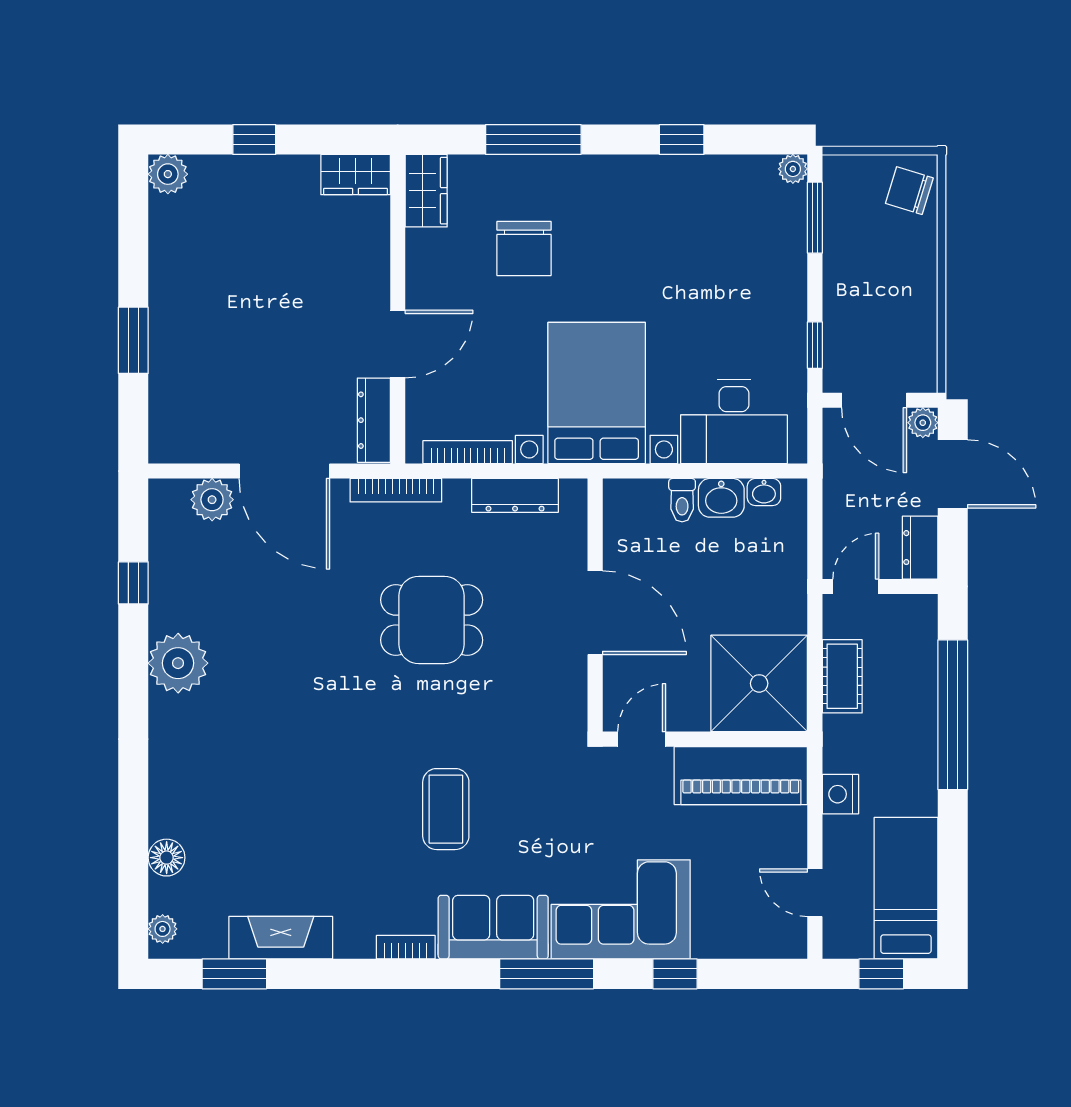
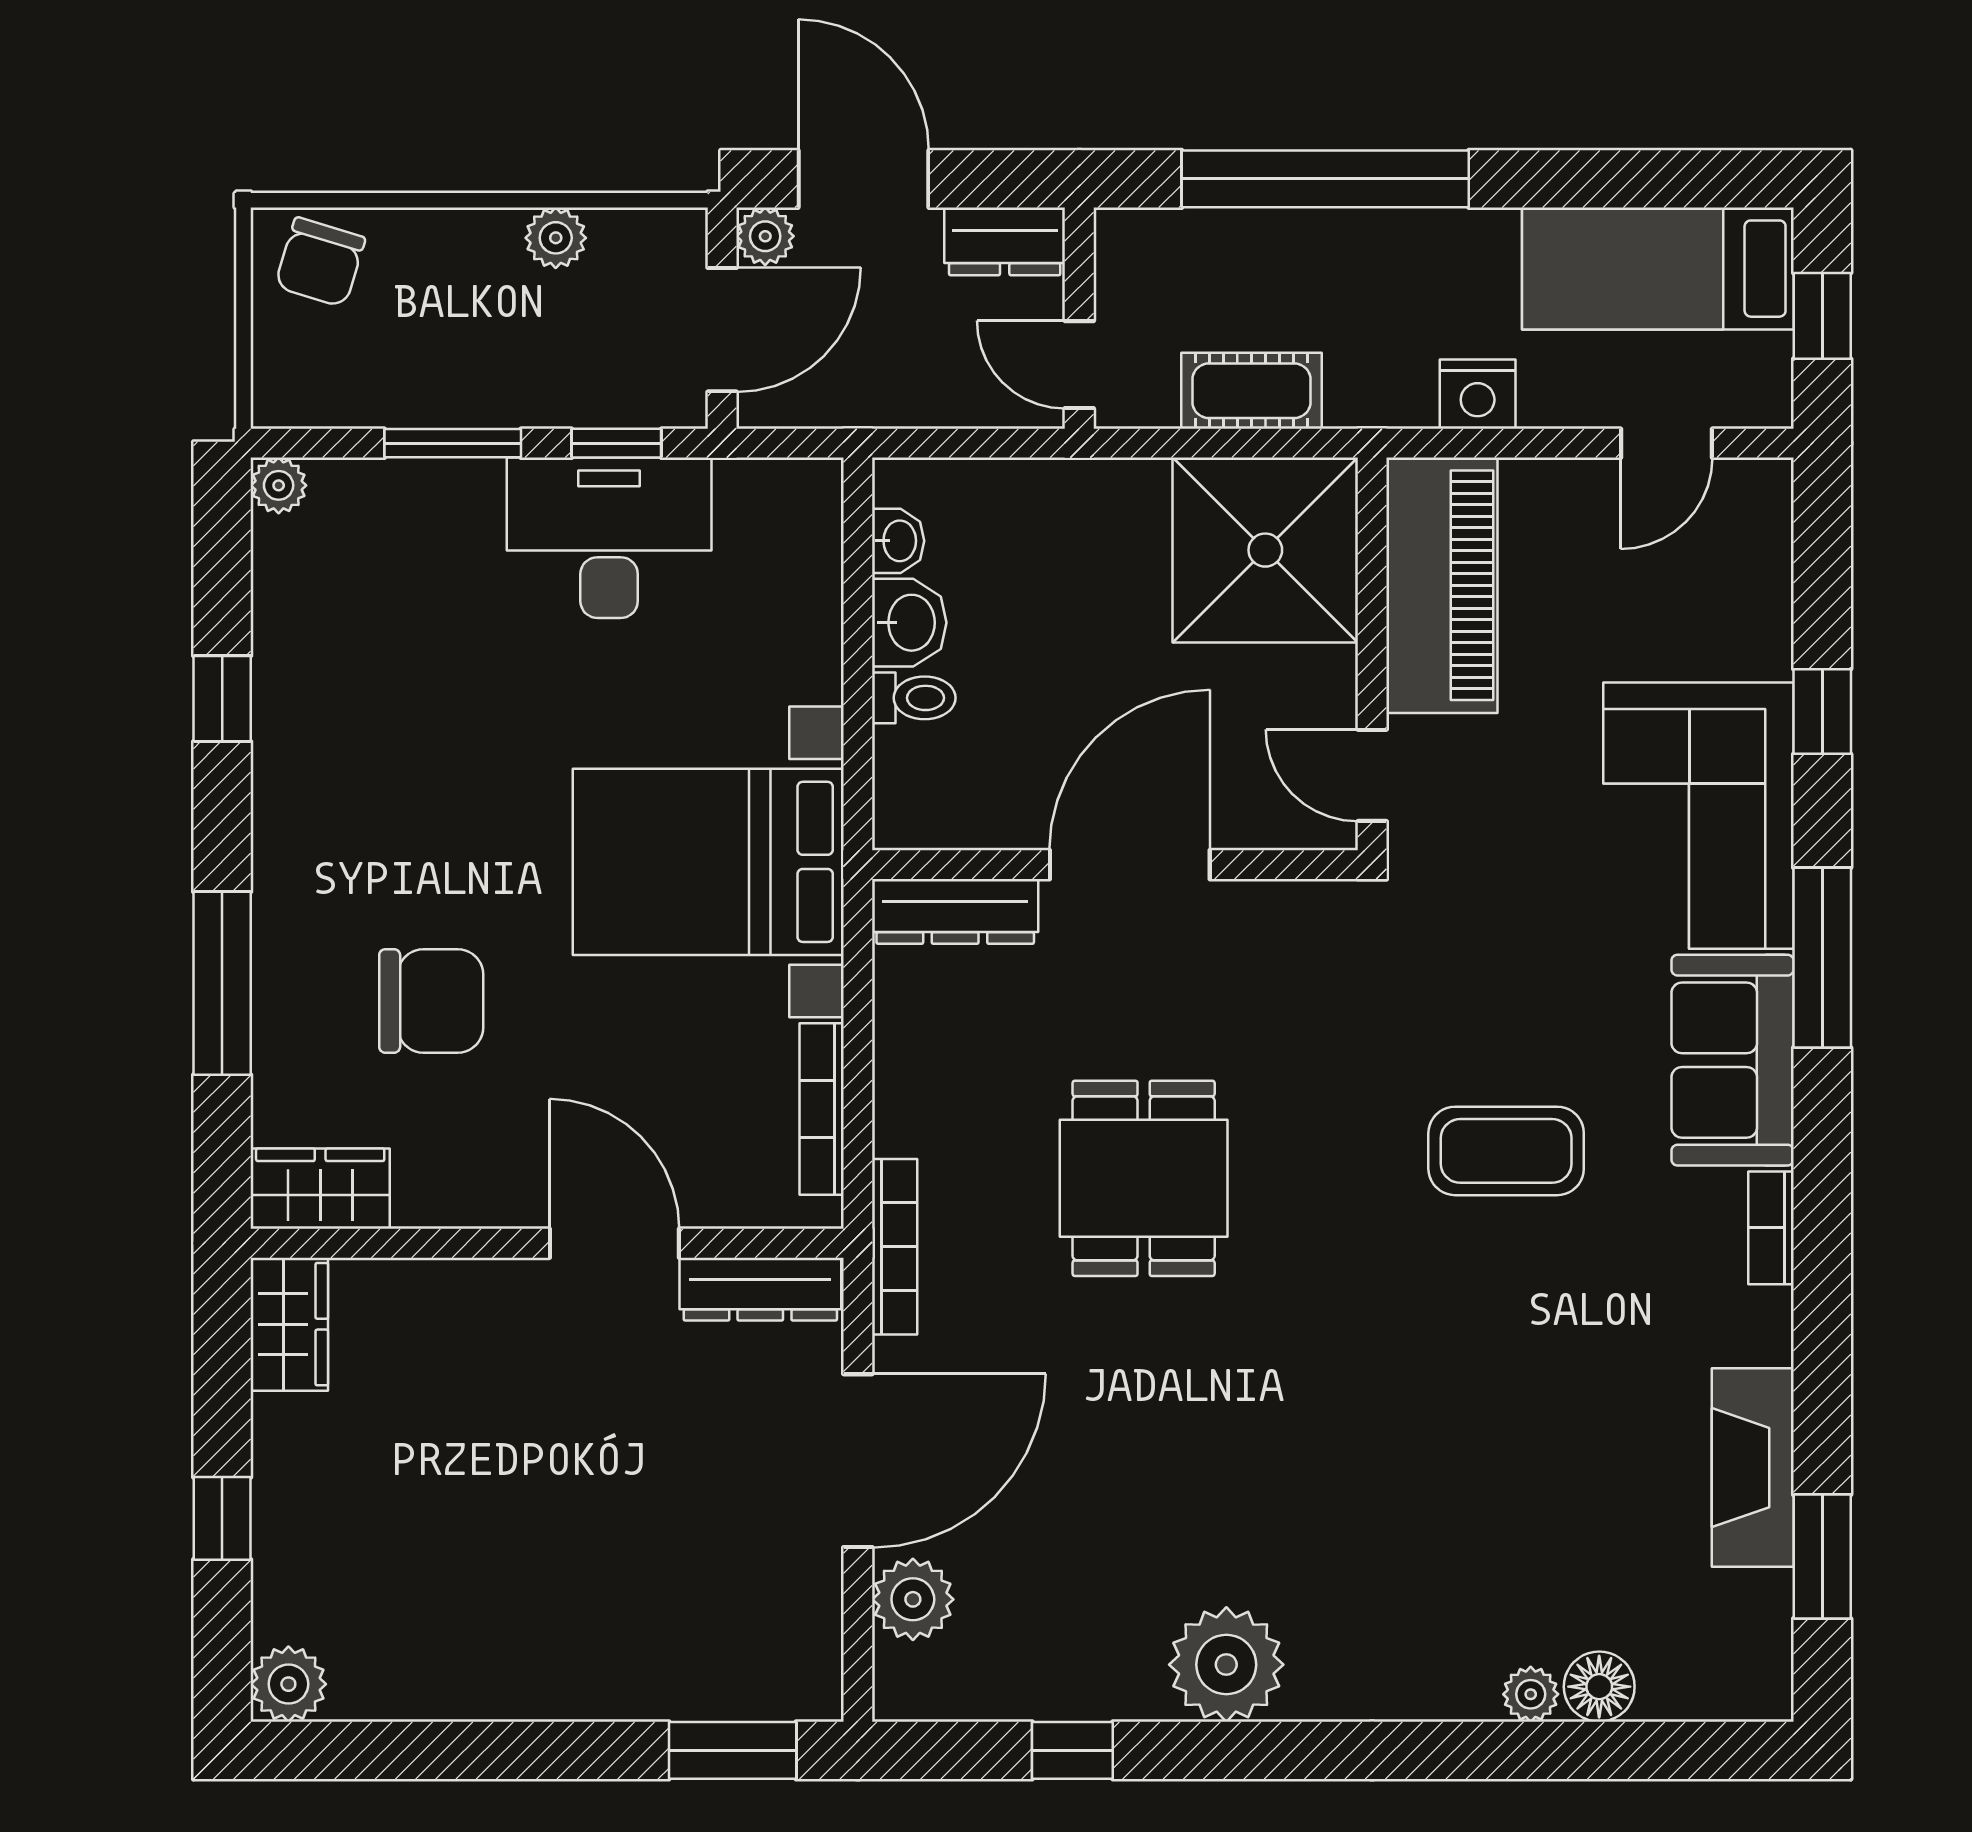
window: (815, 218) -> (453, 443), moved
plant: (922, 313) -> (556, 238), added
window: (133, 340) -> (733, 1750), moved
desk: (734, 422) -> (609, 538), moved, turned -90
door: (953, 474) -> (864, 179), hinge flipped
dresser: (515, 495) -> (955, 911), moved, turned 90
plant: (163, 929) -> (1531, 1694), moved

